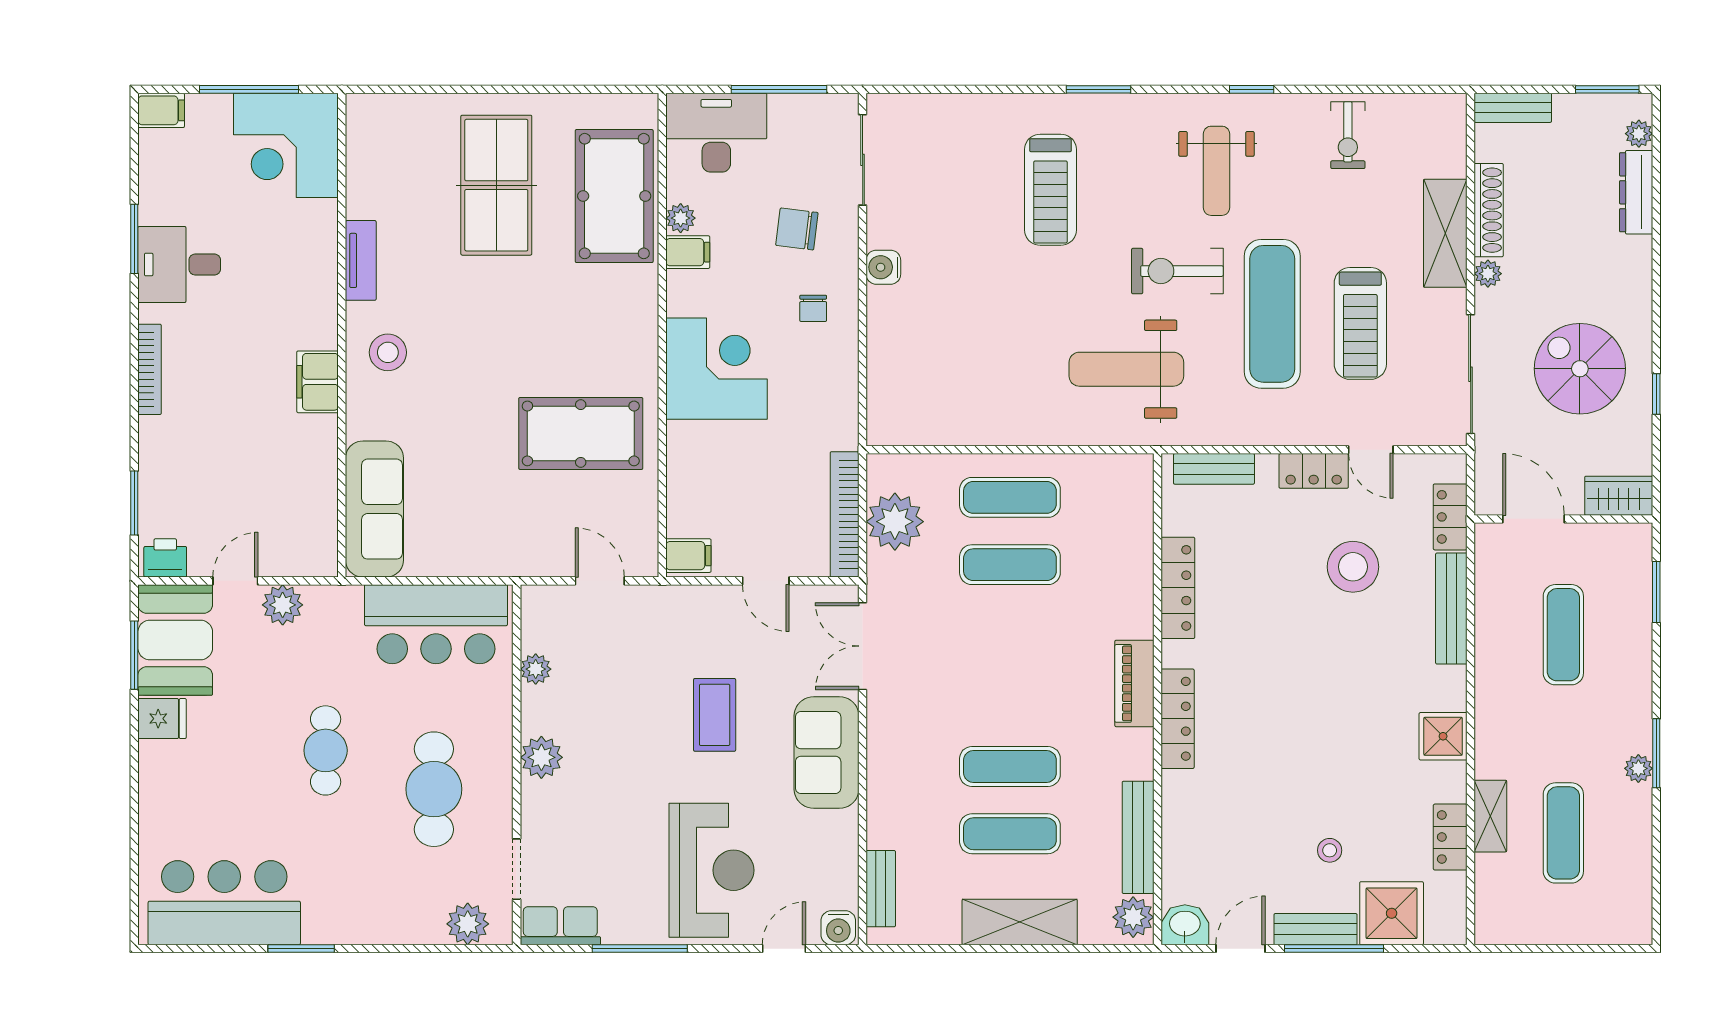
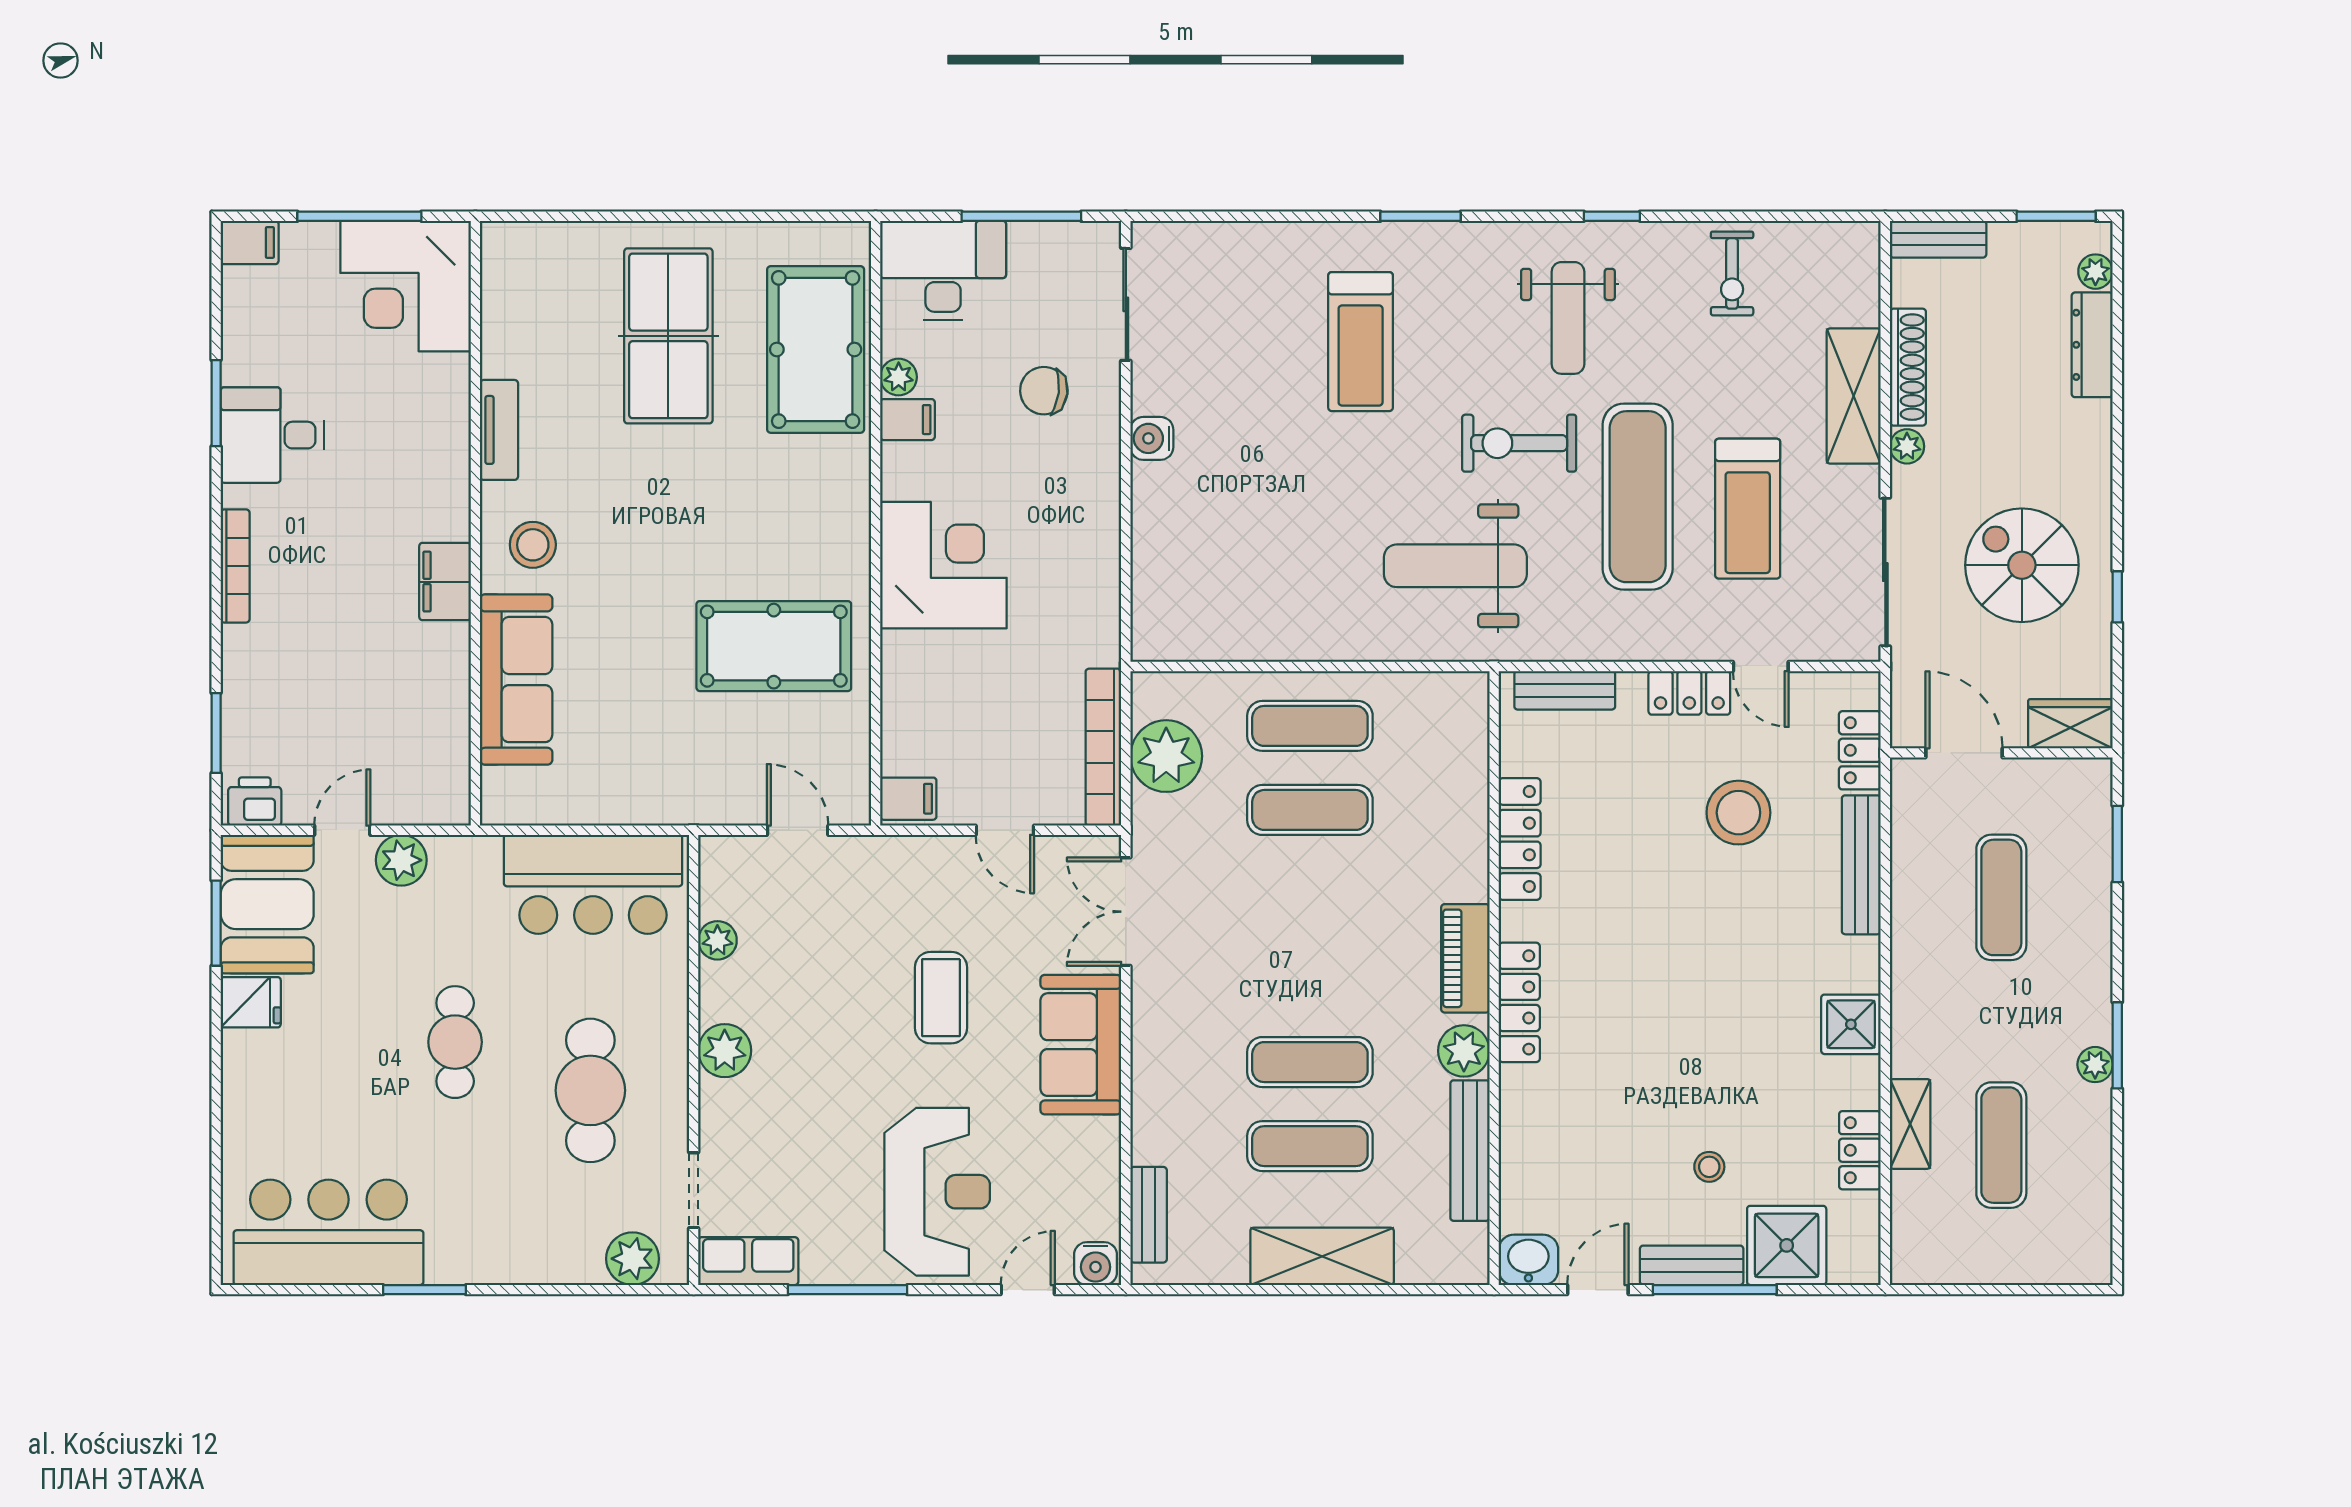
chair: (813, 308) -> (1064, 490), removed
sofa: (374, 509) -> (516, 680), moved
plant: (1133, 917) -> (1464, 1051), moved

